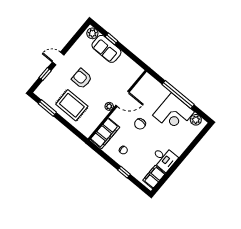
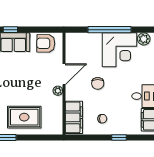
armchair: (82, 79) -> (46, 43), moved

